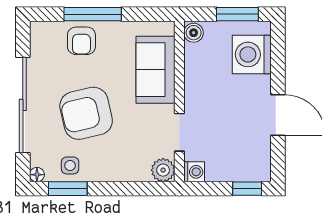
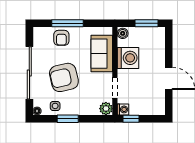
washing machine: (252, 54) -> (128, 58), moved, turned 180
window: (68, 189) -> (68, 119), moved
window: (247, 189) -> (131, 119), moved

